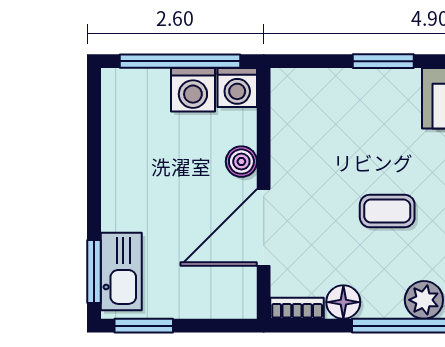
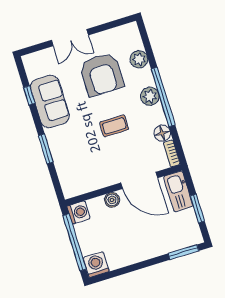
washing machine: (193, 90) -> (96, 265), moved, turned -90
coffee table: (387, 211) -> (114, 126), turned 90
kitchen sink: (121, 271) -> (178, 191), moved, turned -90
window: (144, 326) -> (197, 209), moved

